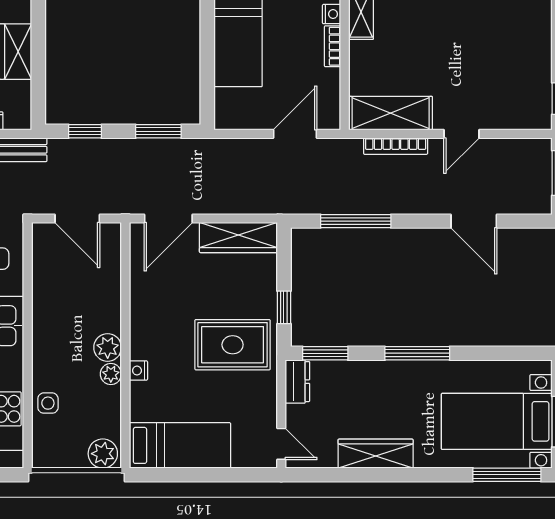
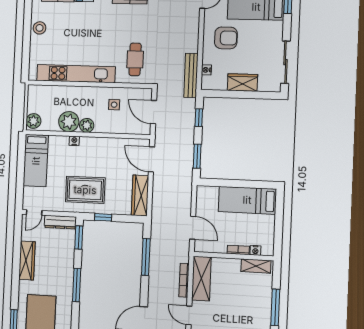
door: (77, 218) -> (154, 112), hinge flipped
rug: (233, 345) -> (85, 190), turned 90
plant: (111, 374) -> (69, 122), width x1.87, depth x1.87
dresser: (297, 382) -> (60, 222), width x1.44
side table: (48, 403) -> (114, 105), moved

